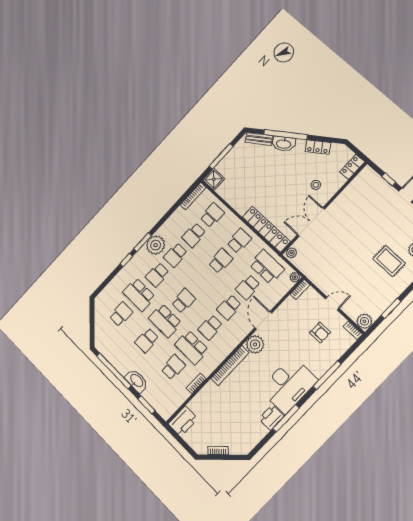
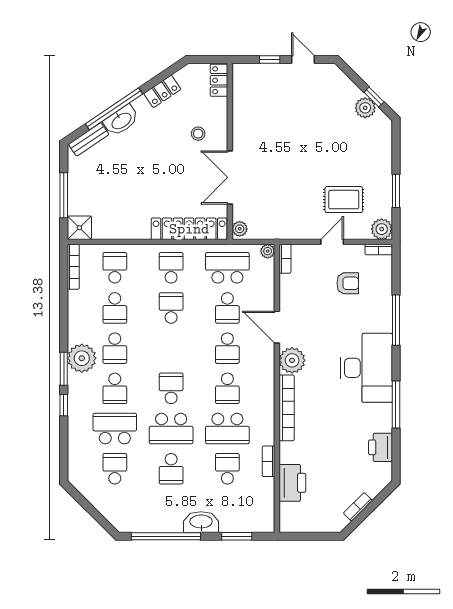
rug: (389, 261) -> (344, 200), moved
school desk: (139, 295) -> (115, 429), turned 180
printer: (272, 417) -> (380, 447), moved
printer: (183, 421) -> (292, 483), moved

